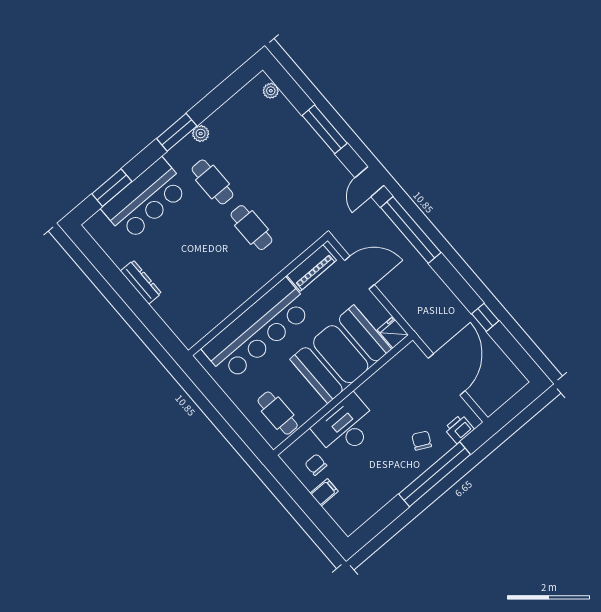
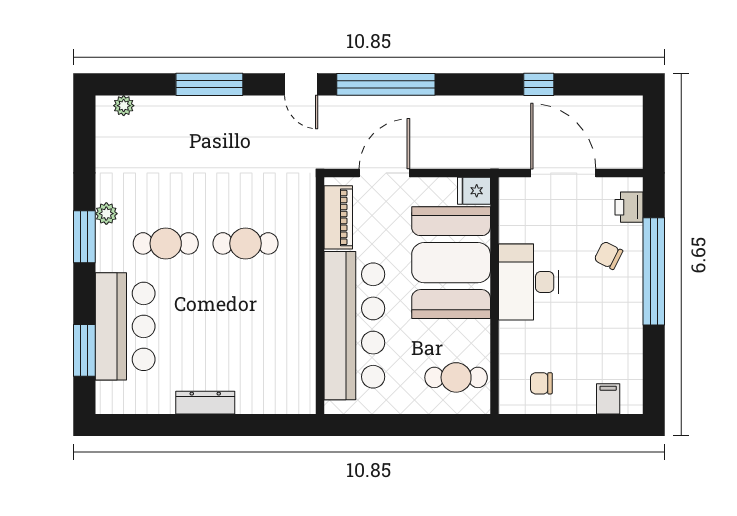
desk: (346, 426) -> (528, 282), moved
filing cabinet: (324, 492) -> (608, 399), moved

